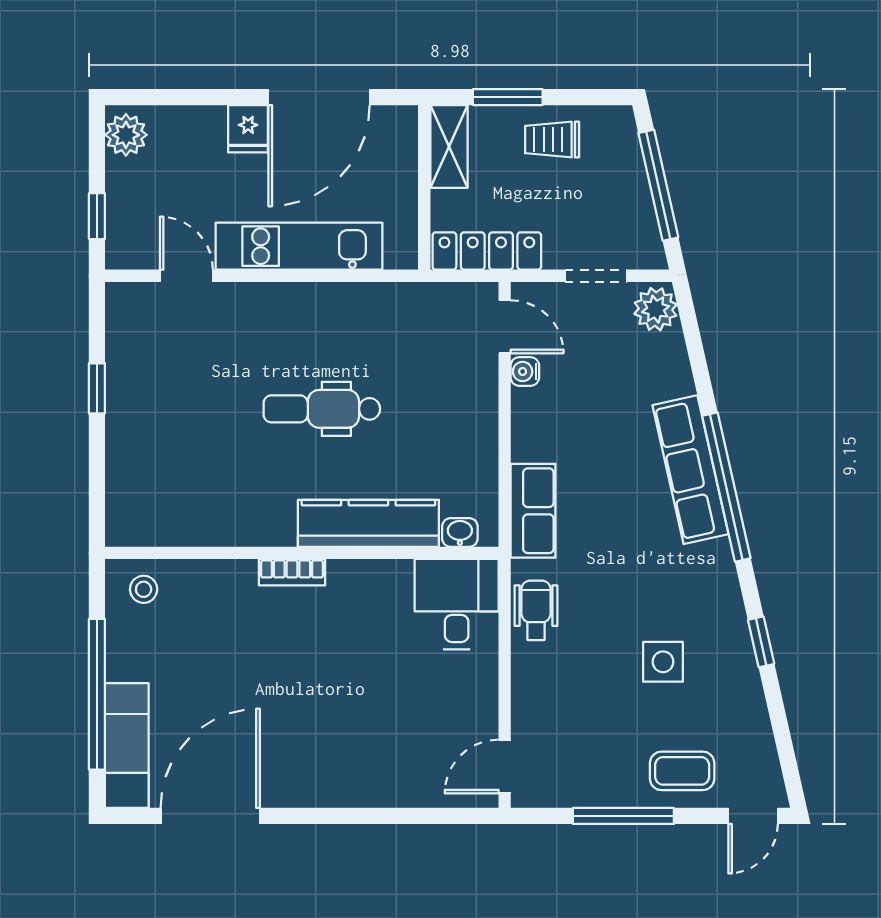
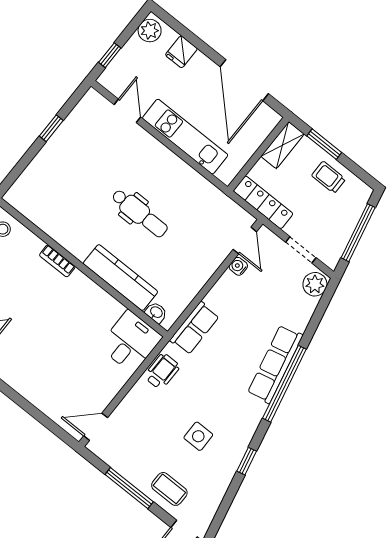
door: (319, 97) -> (244, 80), hinge flipped
fridge: (248, 129) -> (181, 52), moved
dental chair: (322, 409) -> (140, 213), turned 180
bookcase: (292, 572) -> (57, 261), moved

